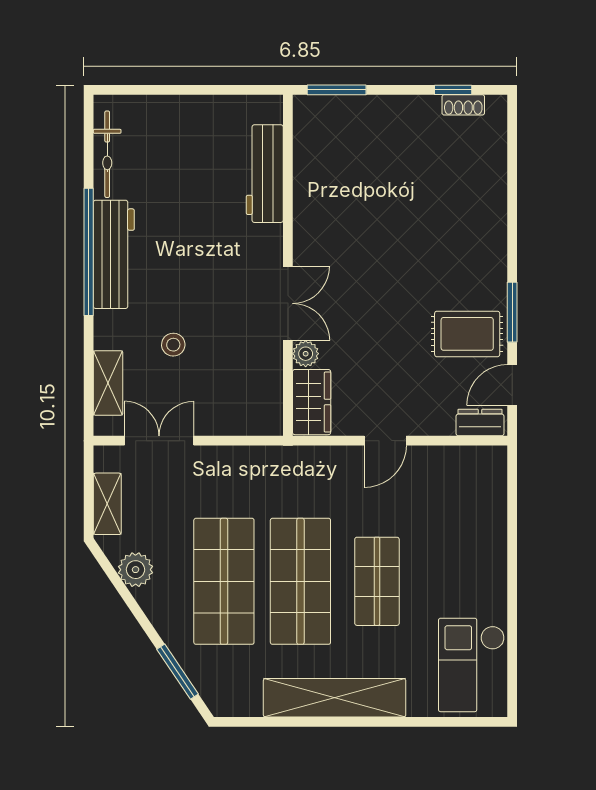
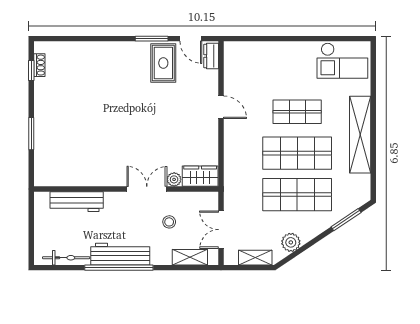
workbench: (265, 174) -> (77, 202), moved
wall: (288, 265) -> (126, 189), moved
double door: (288, 303) -> (147, 189), moved
plant: (306, 354) -> (174, 179), moved
wardrobe: (312, 402) -> (200, 176), moved

